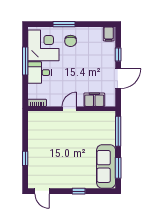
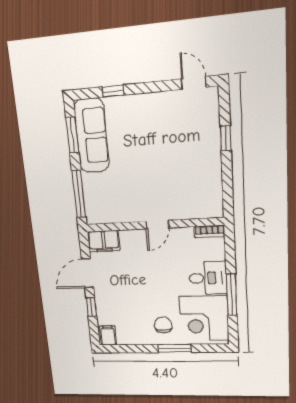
filing cabinet: (94, 100) -> (104, 241), moved
window: (79, 191) -> (113, 91), moved

